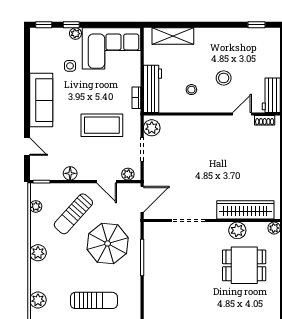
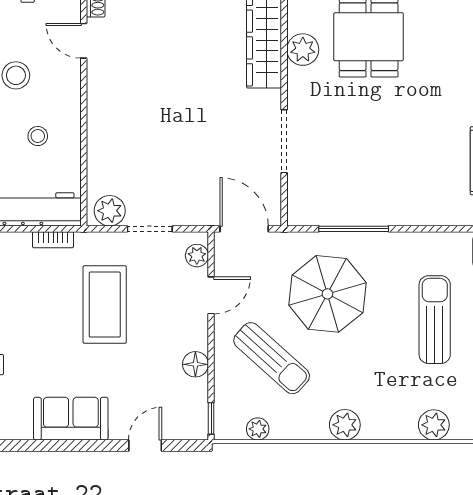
sofa: (41, 100) -> (71, 419), width x0.73

